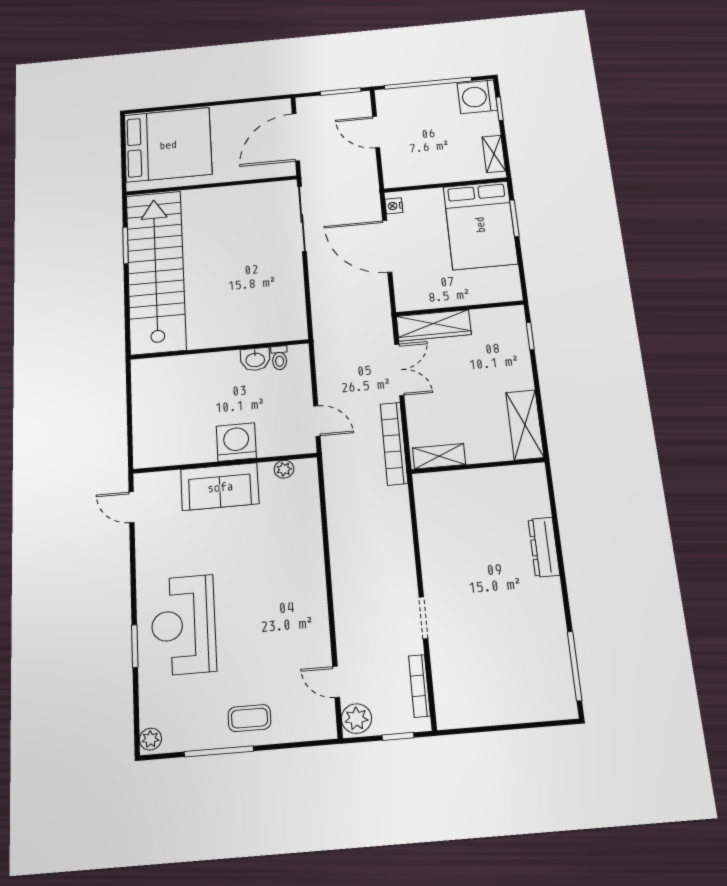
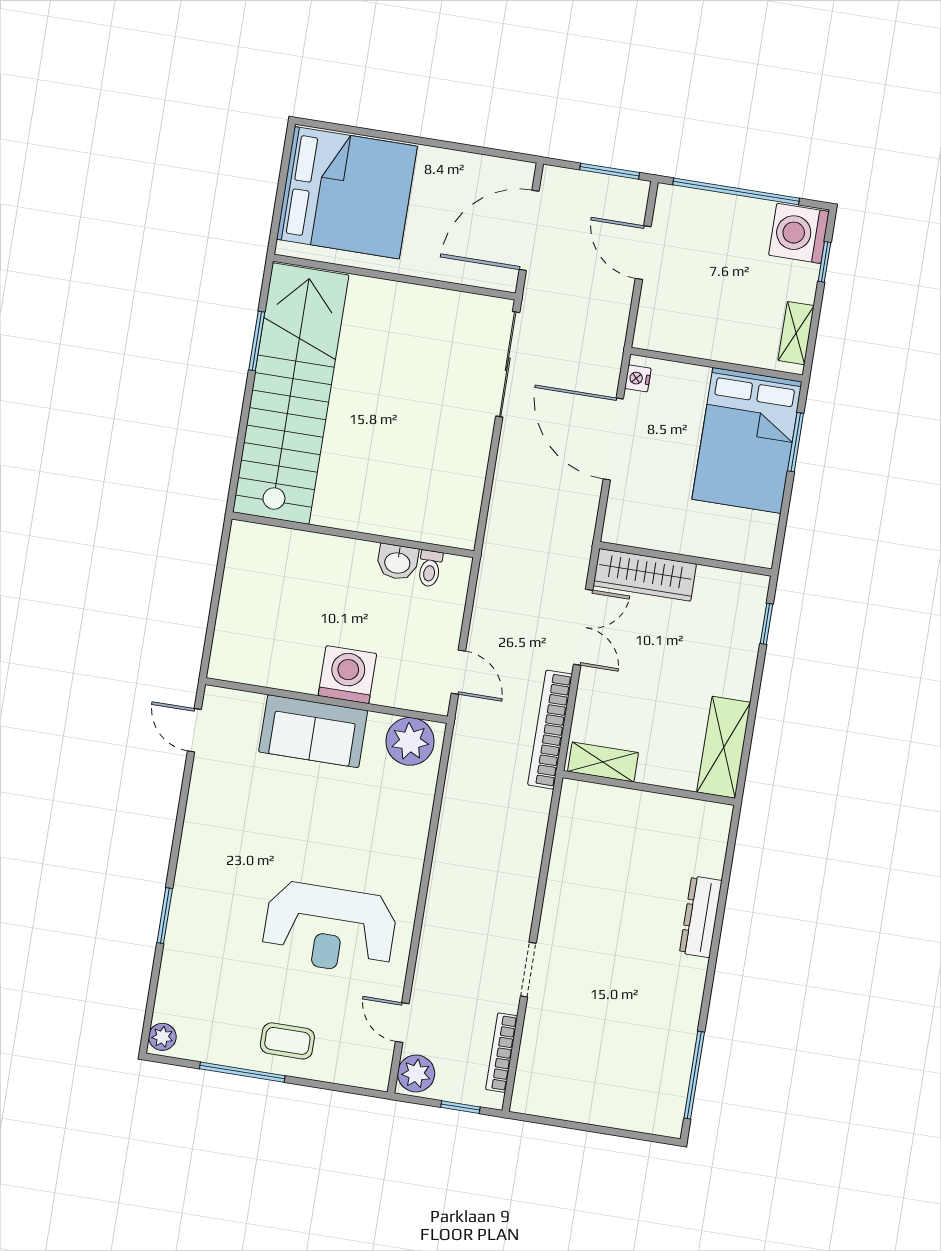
plant: (284, 469) -> (410, 741), width x1.87, depth x1.87
reception desk: (183, 625) -> (330, 928), moved, turned -90

